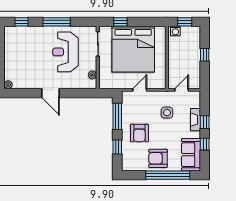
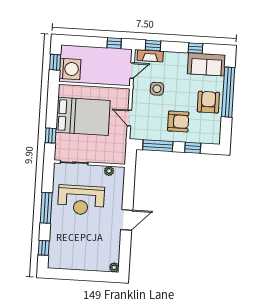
washing machine: (175, 31) -> (70, 69), width x1.89, depth x1.89
bed: (133, 49) -> (83, 116), width x0.73
window: (205, 55) -> (114, 43), moved
door: (182, 90) -> (132, 71), swing flipped
fireplace: (195, 120) -> (150, 56), moved
window: (205, 122) -> (153, 46), moved
armchair: (158, 158) -> (208, 102), turned 180

